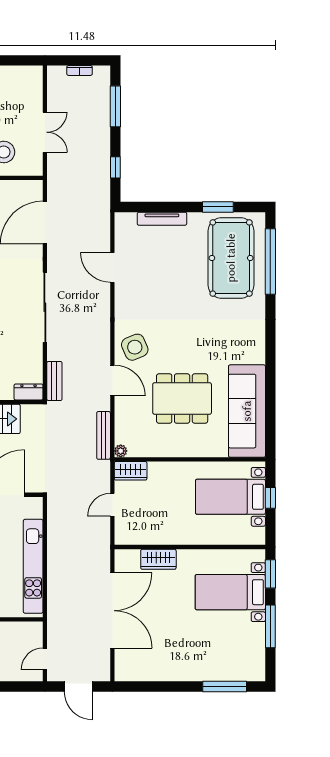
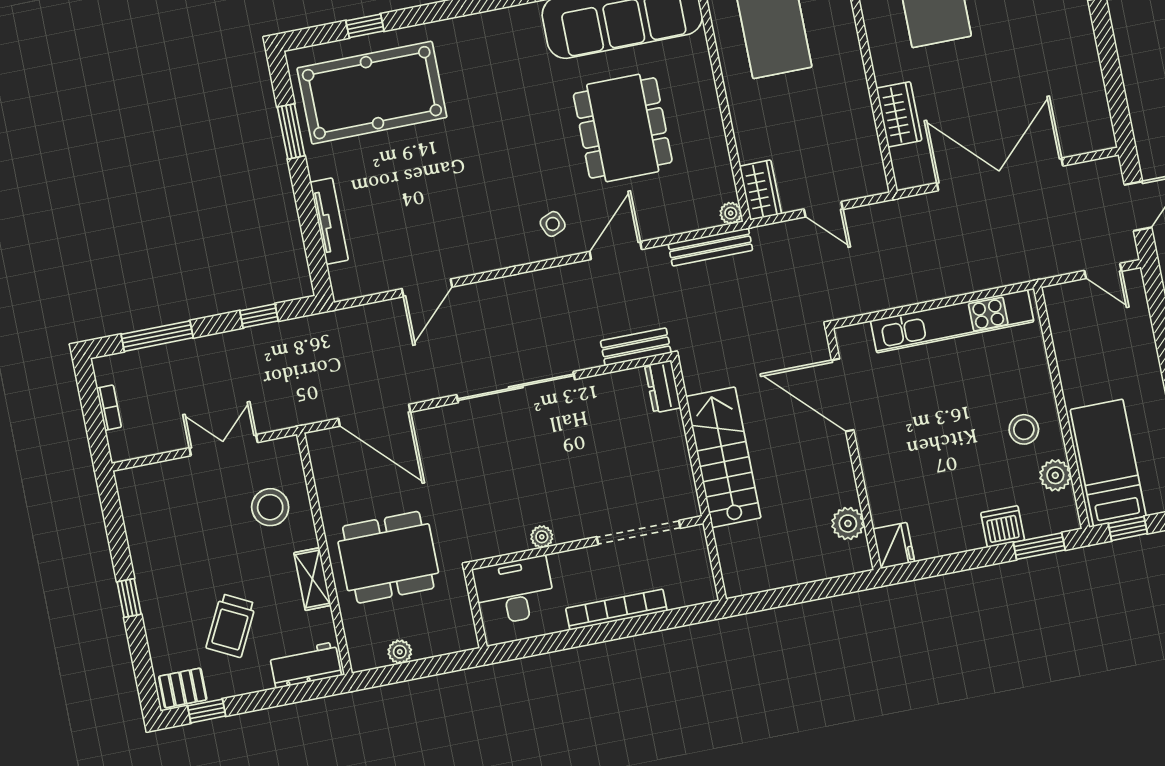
window: (270, 262) -> (365, 26), width x0.32
side table: (135, 347) -> (553, 224), width x0.54, depth x0.54

